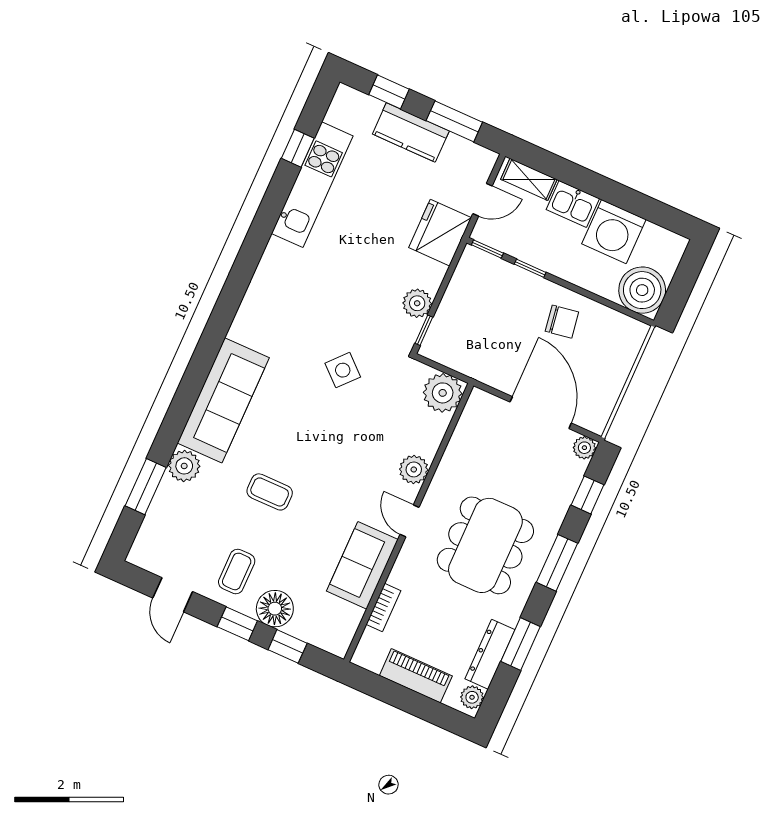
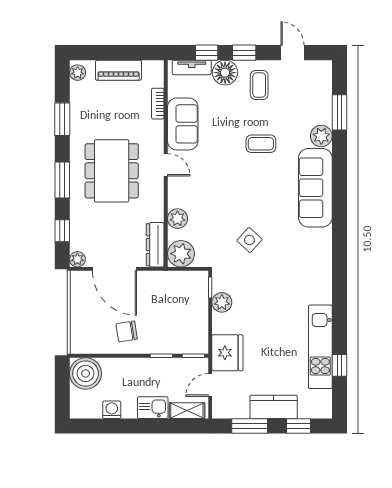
washing machine: (614, 232) -> (112, 410), width x0.53, depth x0.53
plant: (414, 469) -> (177, 219), moved
tv unit: (316, 636) -> (192, 67), added
dresser: (490, 654) -> (155, 245), moved, turned 180

